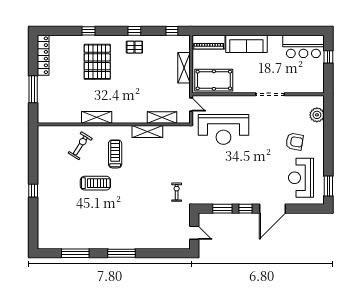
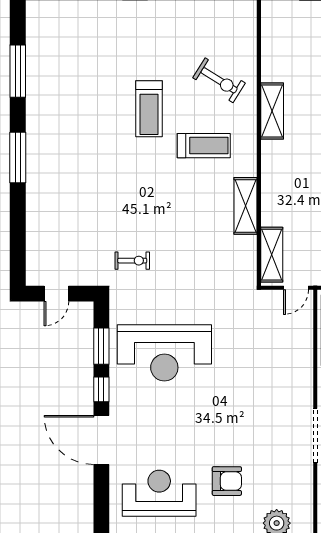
shelving: (162, 118) -> (272, 255), moved
reception desk: (223, 129) -> (164, 353), moved, turned -90
armchair: (294, 142) -> (227, 481), turned -100

